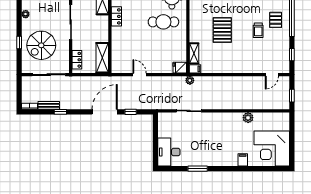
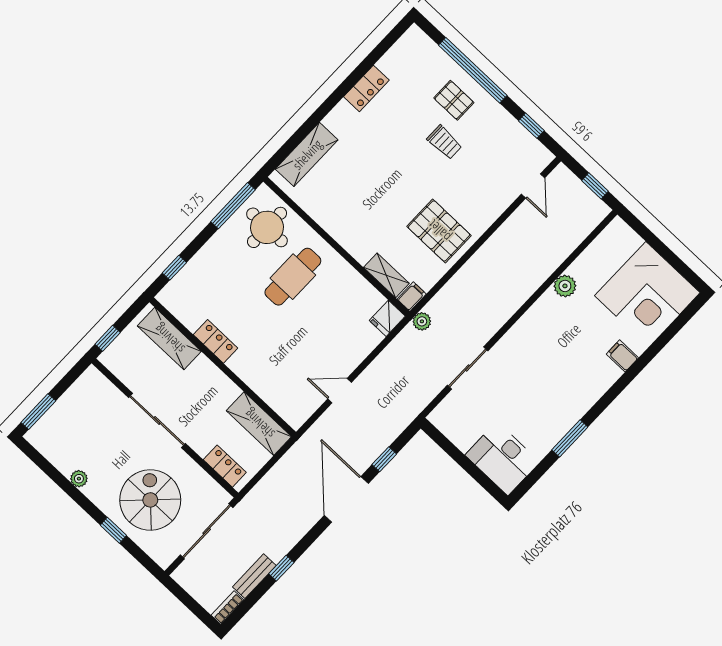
pallet: (222, 30) -> (439, 231), moved
spiral stairs: (41, 45) -> (150, 500), turned 180

